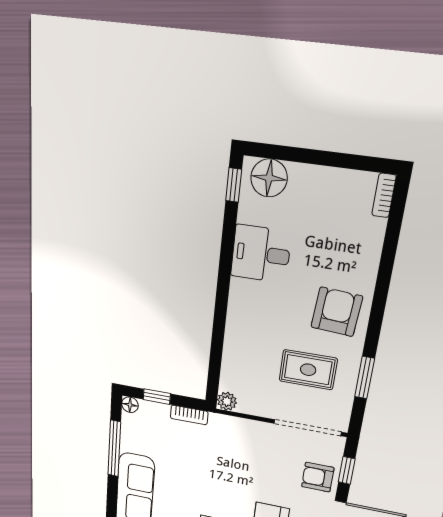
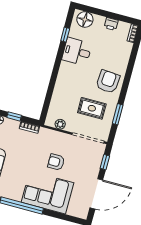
printer: (331, 180) -> (111, 24), added
window: (234, 185) -> (65, 35), moved
plant: (227, 401) -> (60, 124), moved
armchair: (318, 477) -> (56, 162), moved

